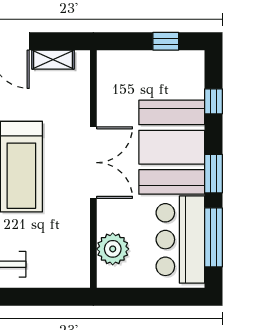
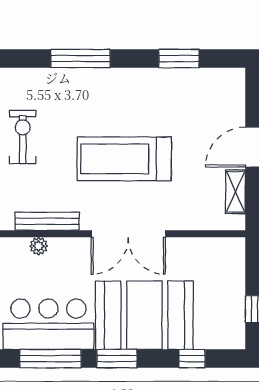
bench: (81, 241) -> (47, 221), added
plant: (113, 249) -> (39, 246), width x0.53, depth x0.53

